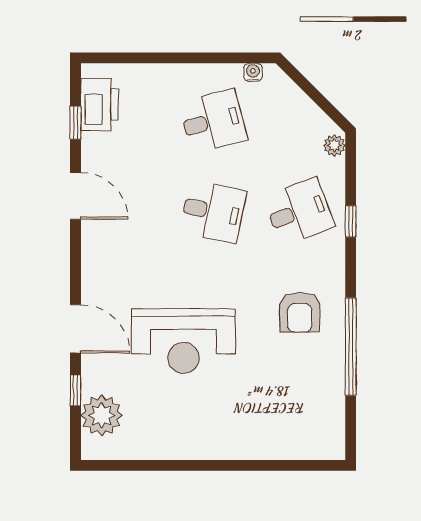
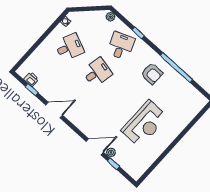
printer: (100, 105) -> (31, 79), width x0.53, depth x0.68
desk: (213, 121) -> (69, 47), turned 39
reception desk: (183, 341) -> (144, 124), moved
plant: (102, 415) -> (111, 152), moved, width x0.53, depth x0.53

